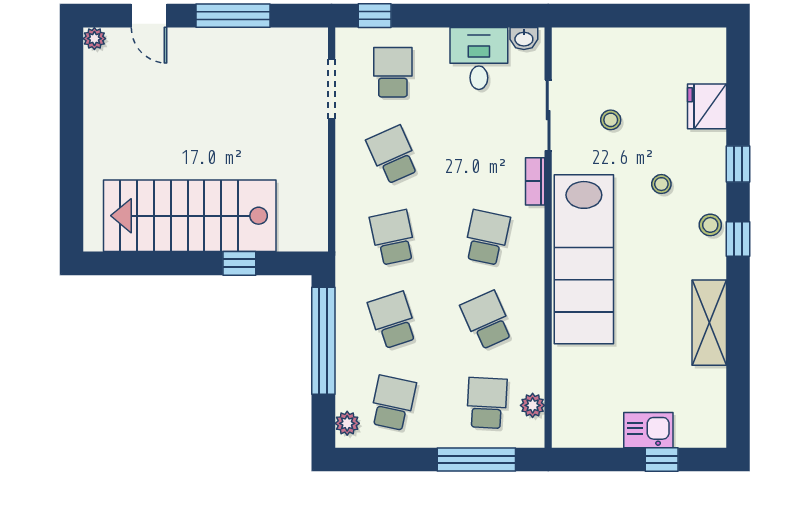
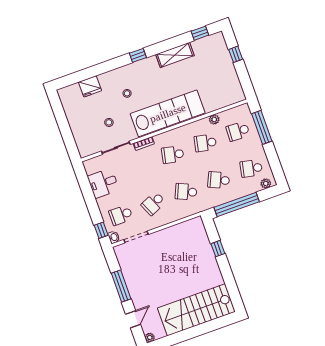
washbasin: (524, 38) -> (114, 237), moved
window: (738, 164) -> (200, 33), moved
stairs: (190, 216) -> (196, 310), moved, turned 90
stool: (710, 225) -> (136, 68), removed
school desk: (393, 238) -> (186, 192), turned 36
school desk: (393, 320) -> (219, 180), turned 42
school desk: (487, 320) -> (205, 143), turned 36
plant: (533, 405) -> (214, 119), moved
kitchen sink: (648, 430) -> (226, 64), removed

